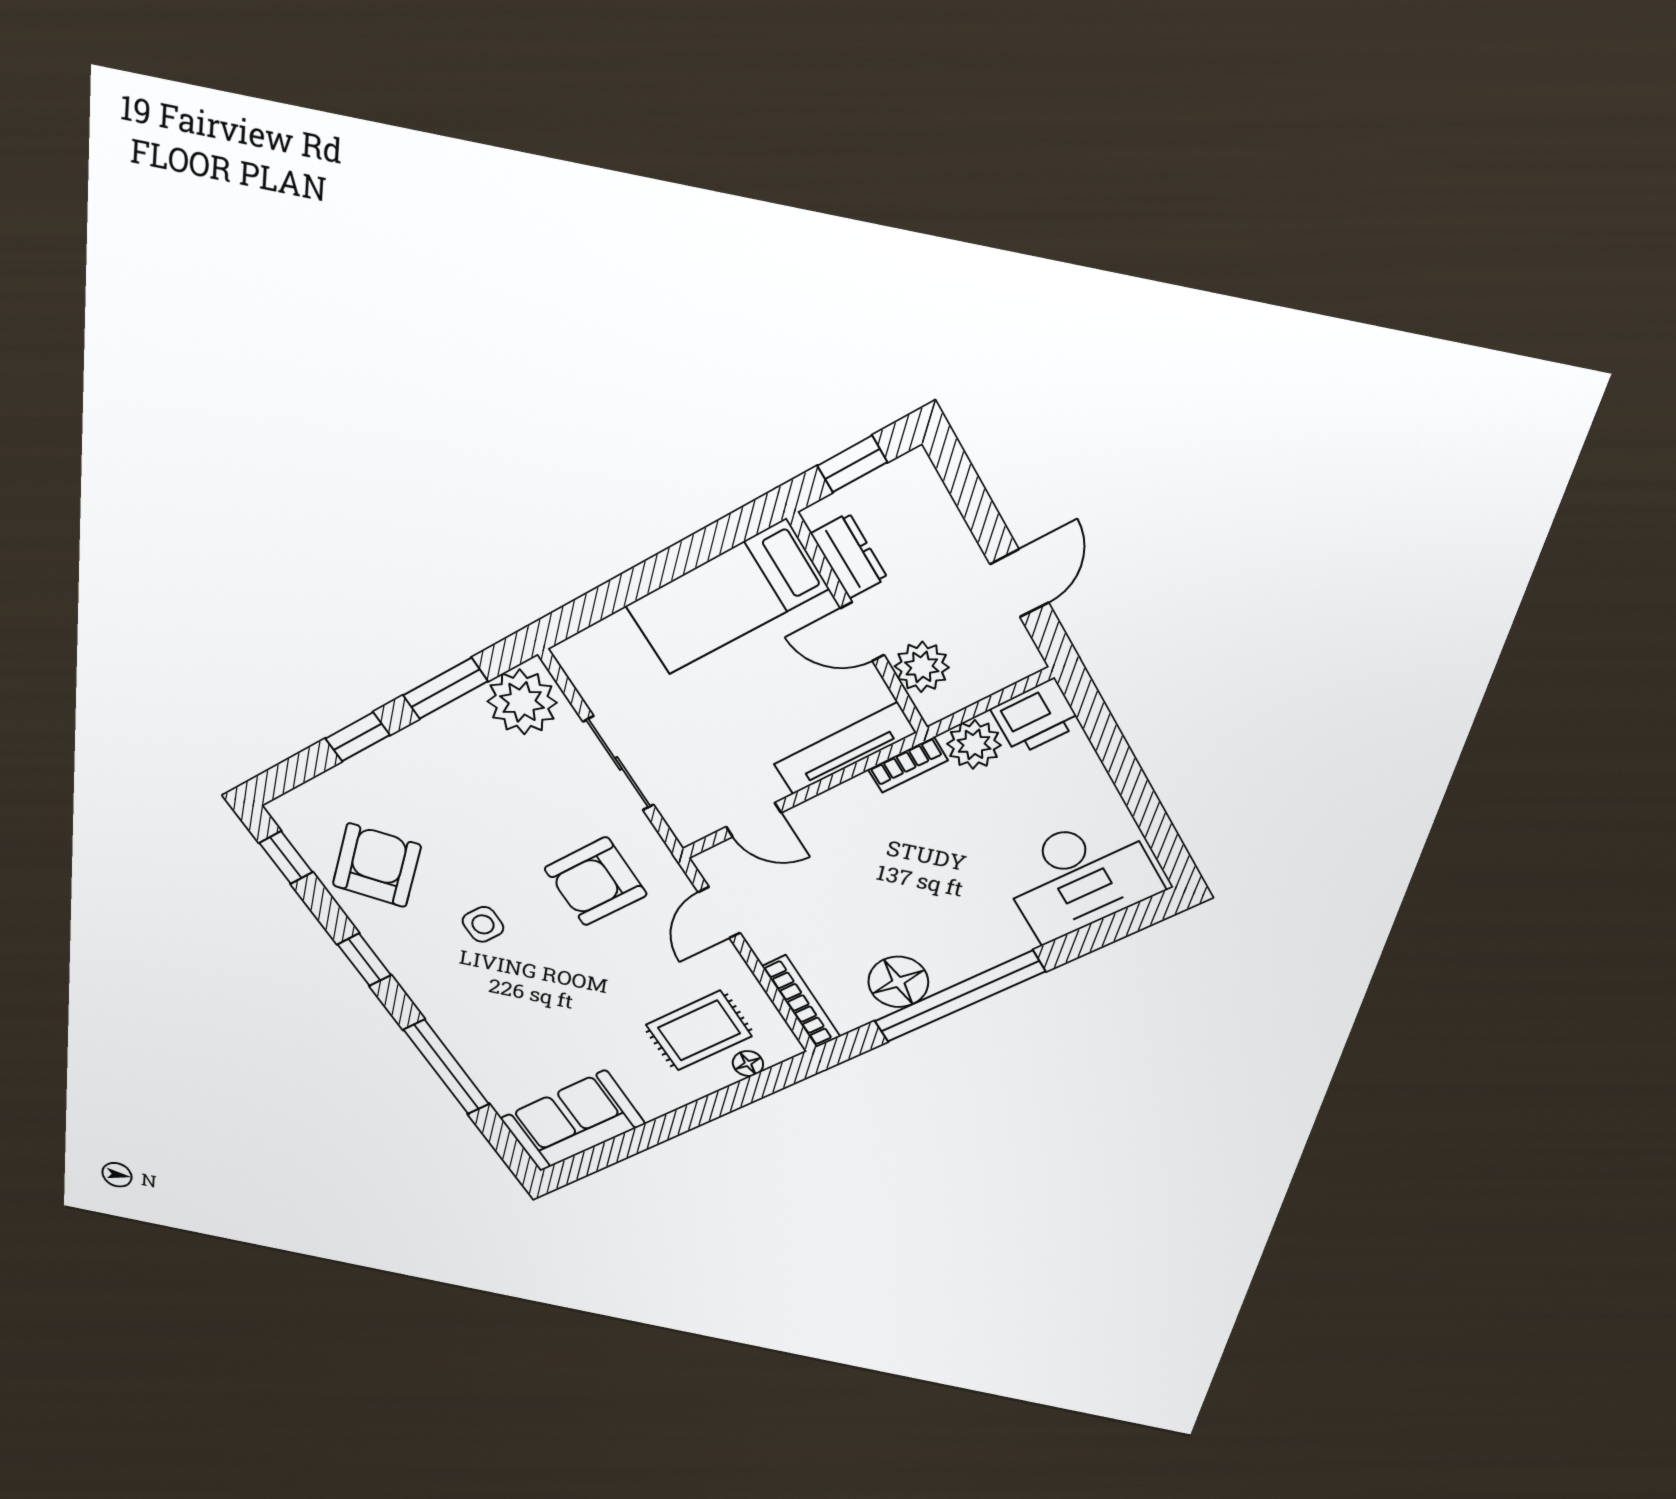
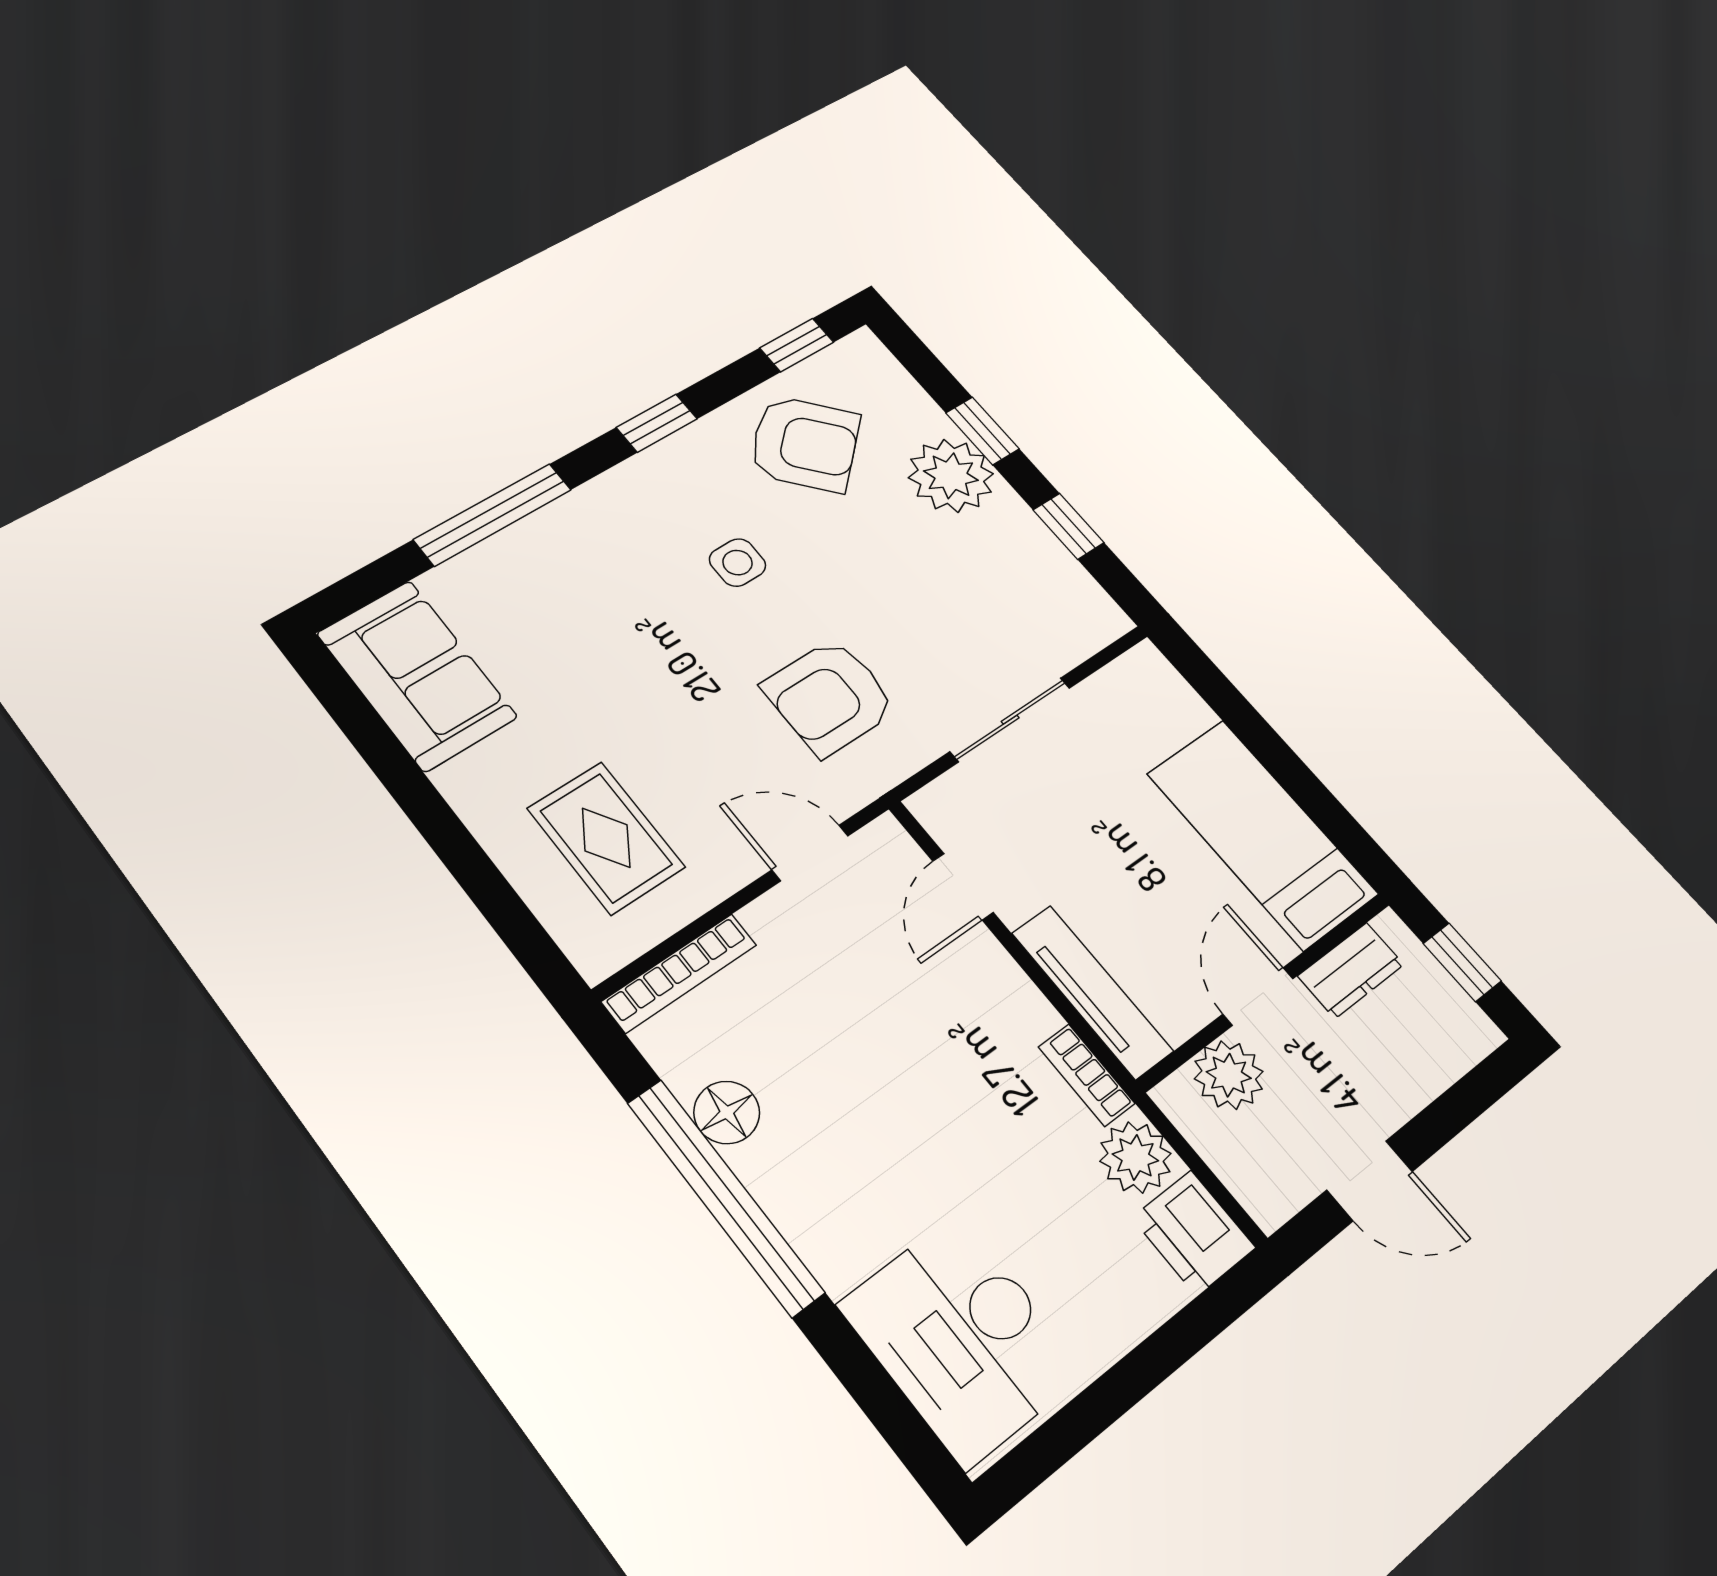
window: (445, 688) -> (1069, 526), width x0.67
plant: (522, 702) -> (951, 476), moved
armchair: (596, 881) -> (830, 697), turned -90
floor lamp: (898, 982) -> (727, 1112), width x0.73, depth x0.73
floor lamp: (748, 1064) -> (557, 908), removed

